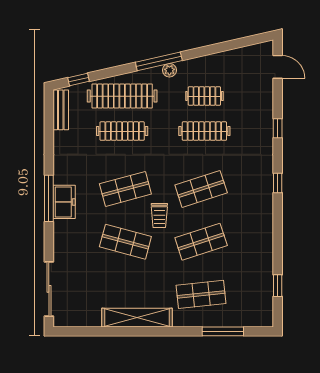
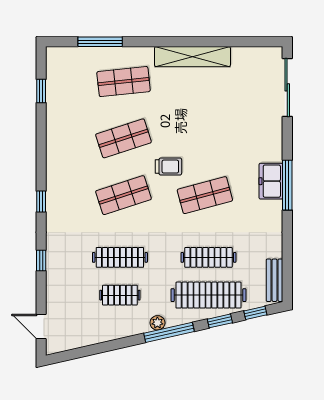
window: (112, 72) -> (220, 321), added
trolley: (159, 215) -> (168, 167), turned 90
shop shelf: (125, 242) -> (205, 138), removed

